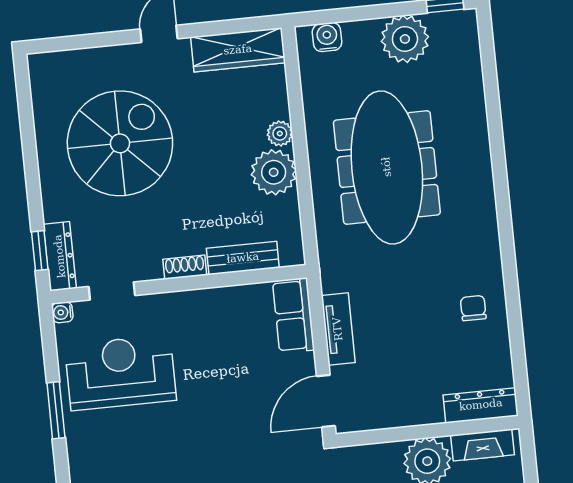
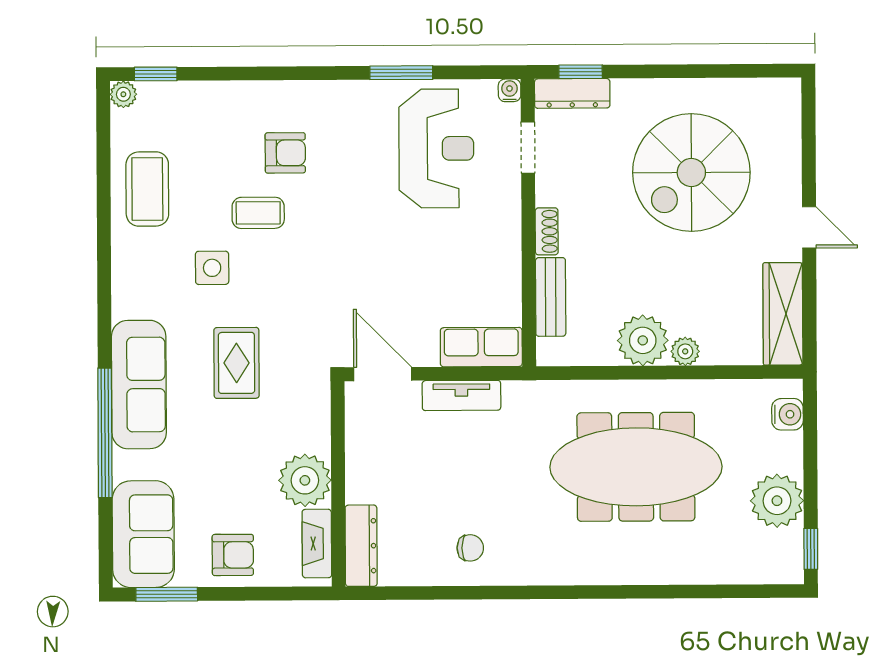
spiral stairs: (120, 143) -> (691, 172), turned 90

